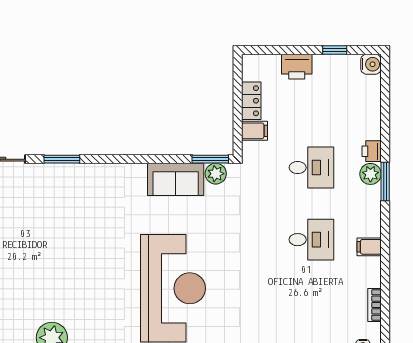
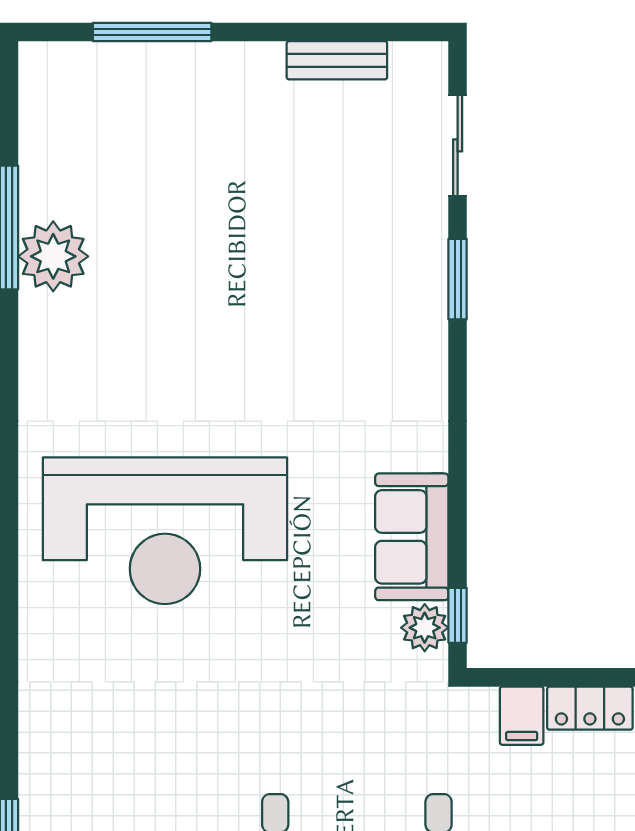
window: (210, 159) -> (458, 615), width x0.67

